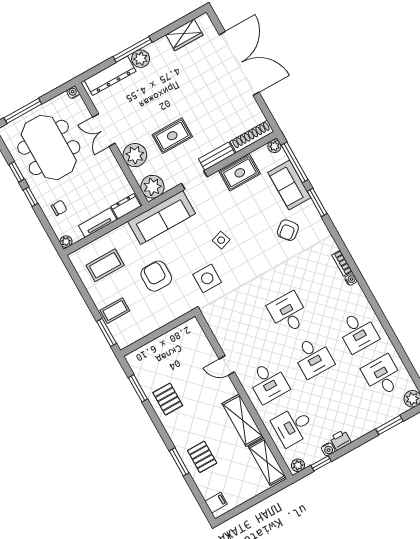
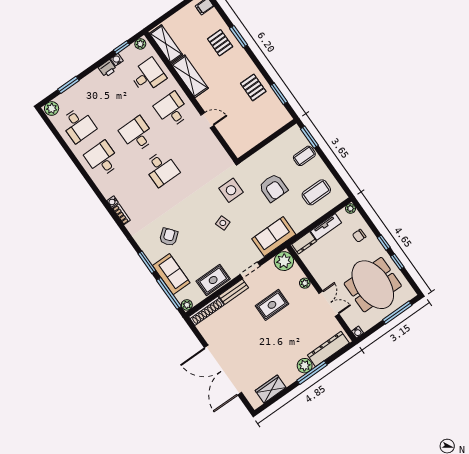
plant: (135, 155) -> (305, 283), width x0.53, depth x0.53
sofa: (162, 217) -> (274, 237), width x0.73

